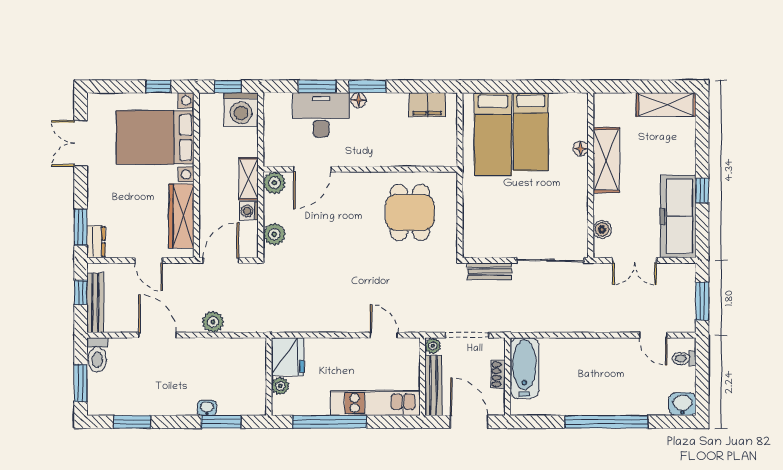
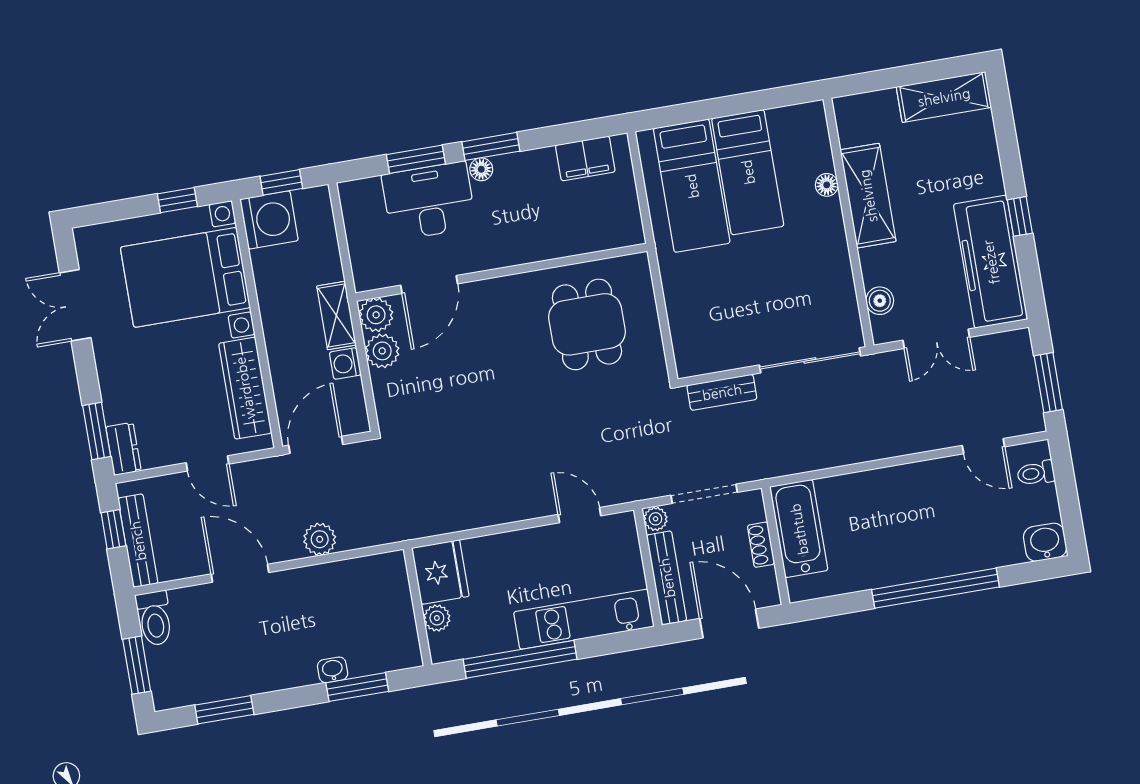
washing machine: (241, 109) -> (269, 220), moved, turned -90
plant: (274, 234) -> (382, 351), moved

